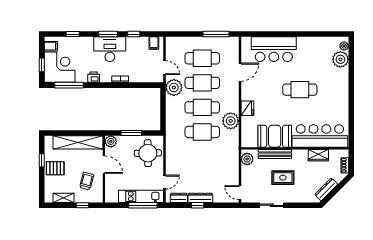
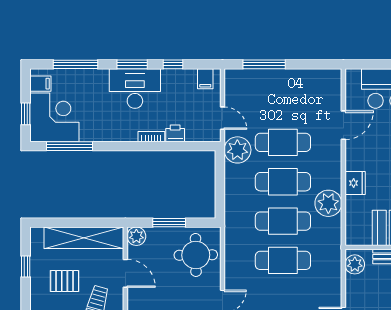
window: (73, 34) -> (76, 64), width x2.17
window: (216, 34) -> (264, 64), moved
cafe table: (202, 58) -> (283, 260), moved
printer: (94, 77) -> (175, 133), moved
pallet: (55, 168) -> (65, 281), moved

